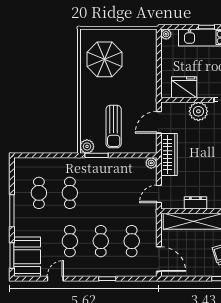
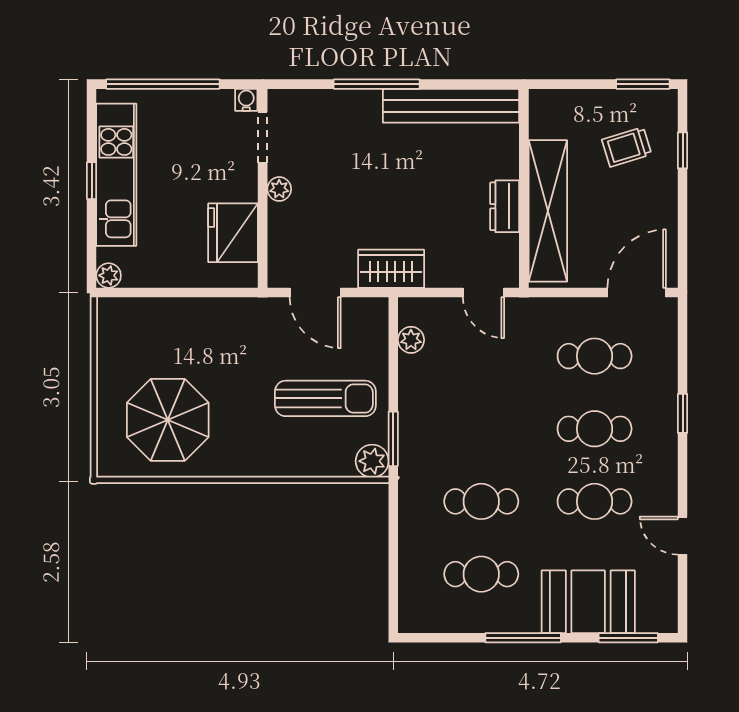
plant: (198, 111) -> (279, 189), width x0.53, depth x0.53
wardrobe: (169, 155) -> (391, 269), width x0.67
plant: (151, 163) -> (411, 340), moved
booth: (27, 257) -> (588, 602), moved

